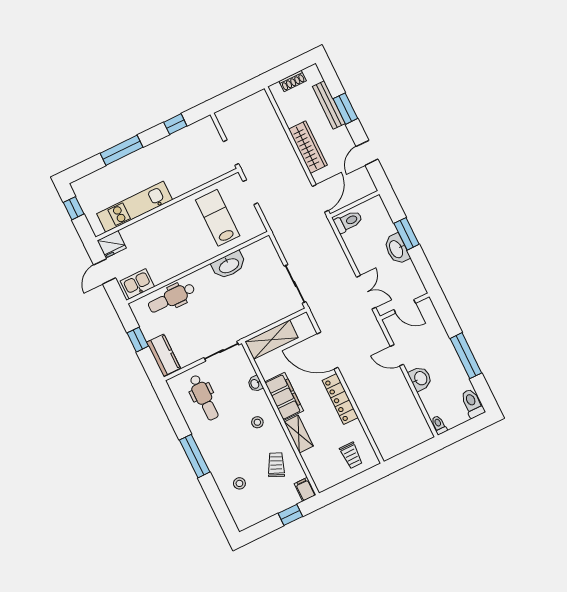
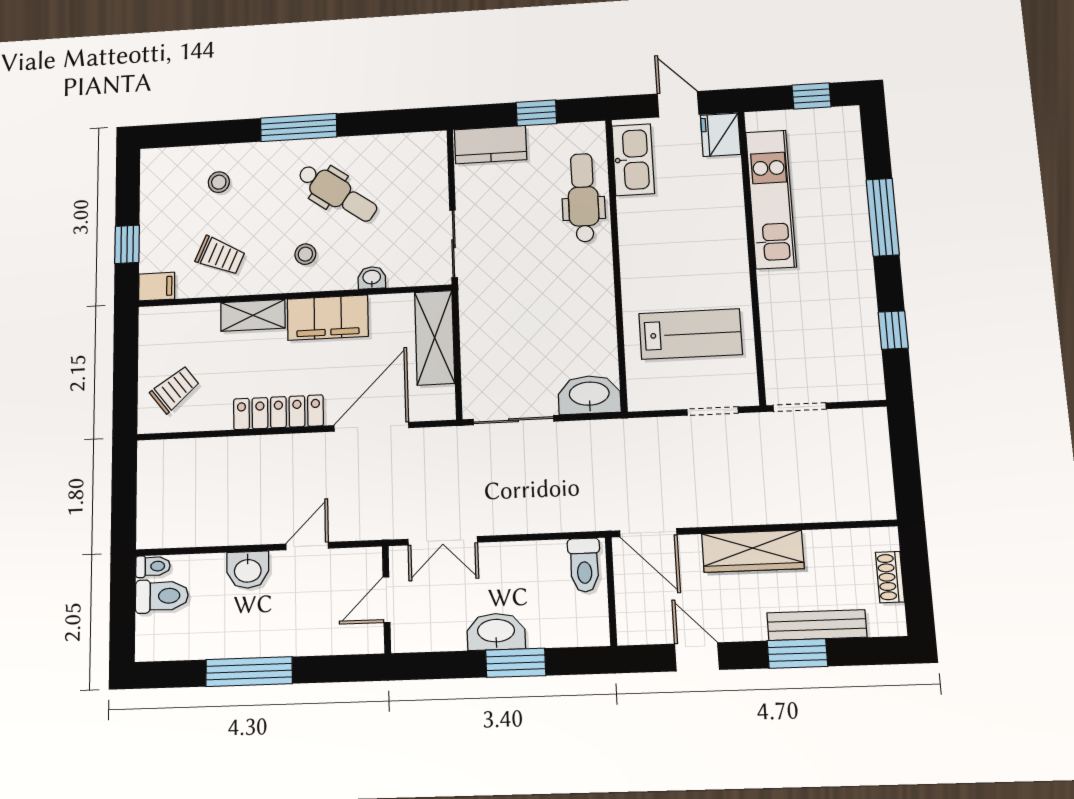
washbasin: (229, 265) -> (589, 395), moved, turned 90
kitchen sink: (137, 284) -> (633, 160), width x1.38
dental chair: (204, 398) -> (337, 193), moved, turned -145
toilet: (472, 403) -> (162, 596), moved
trolley: (351, 455) -> (175, 389), turned 142

